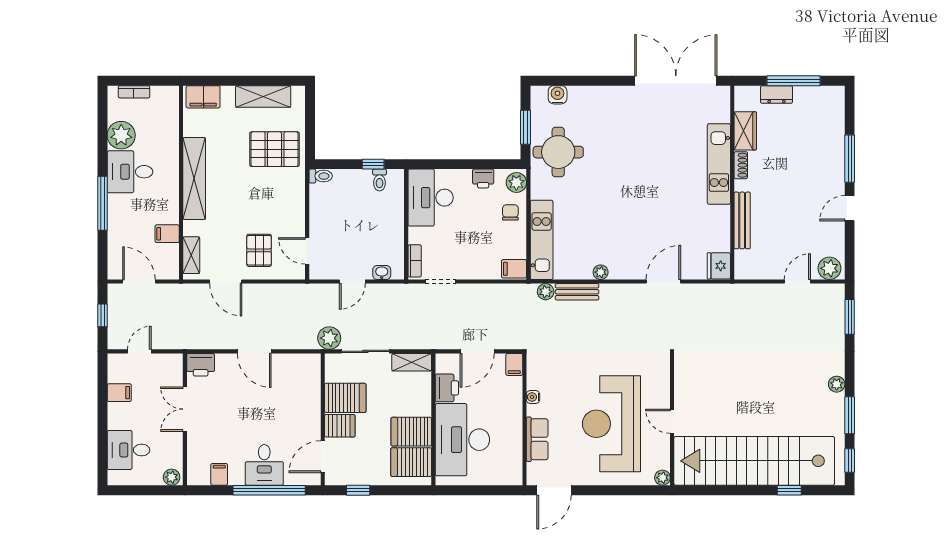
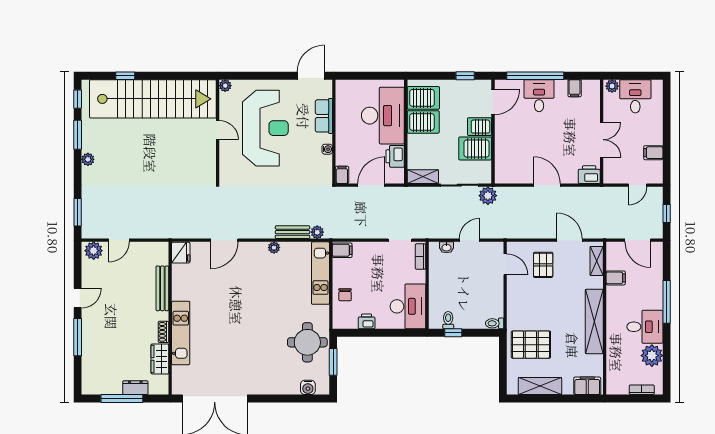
plant: (516, 183) -> (340, 318), removed
desk: (128, 450) -> (635, 96), moved, turned -90

